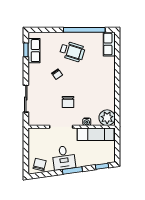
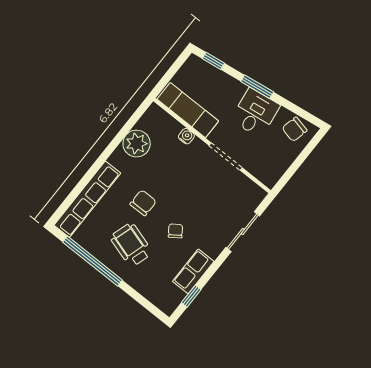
row of seats: (109, 44) -> (87, 199), width x2.02
row of seats: (34, 51) -> (193, 271), moved
chair: (68, 102) -> (143, 203), moved
plant: (107, 118) -> (137, 144), moved

